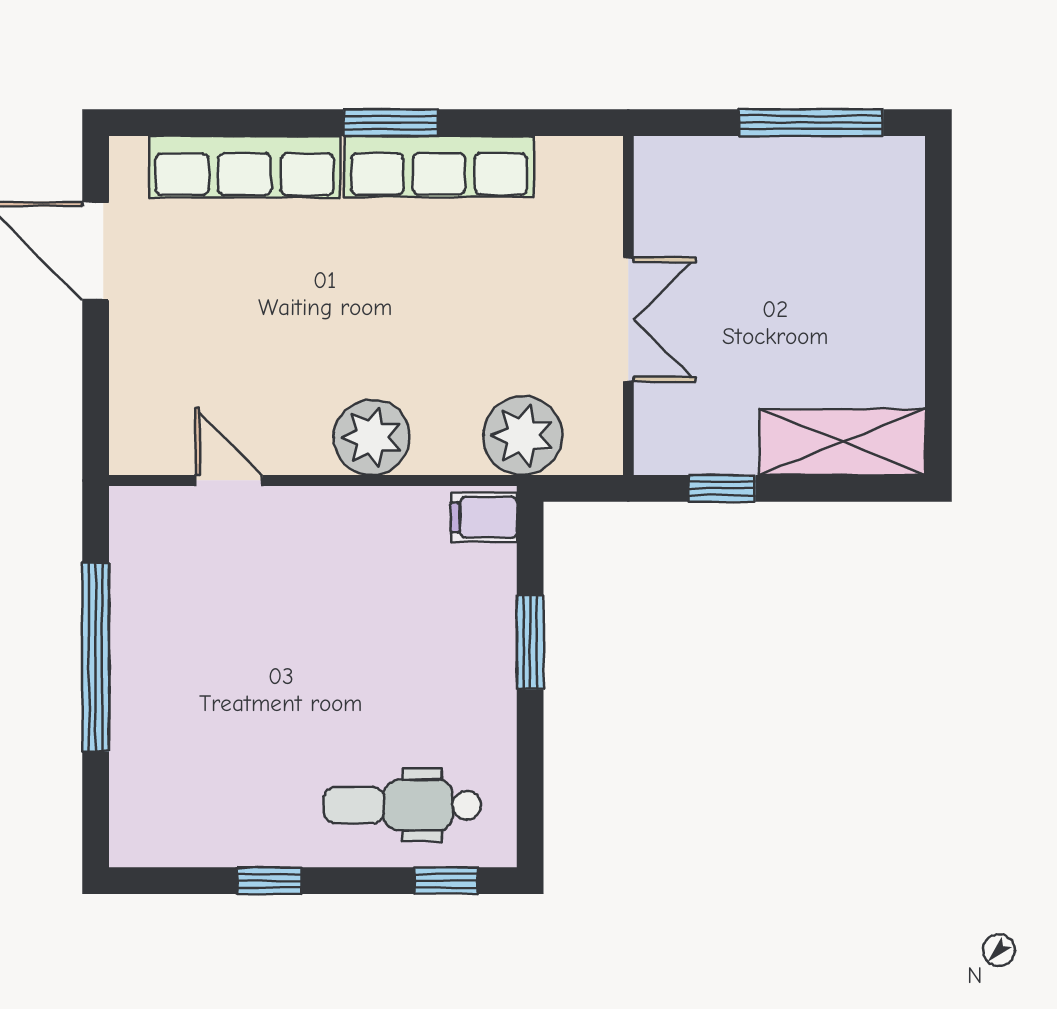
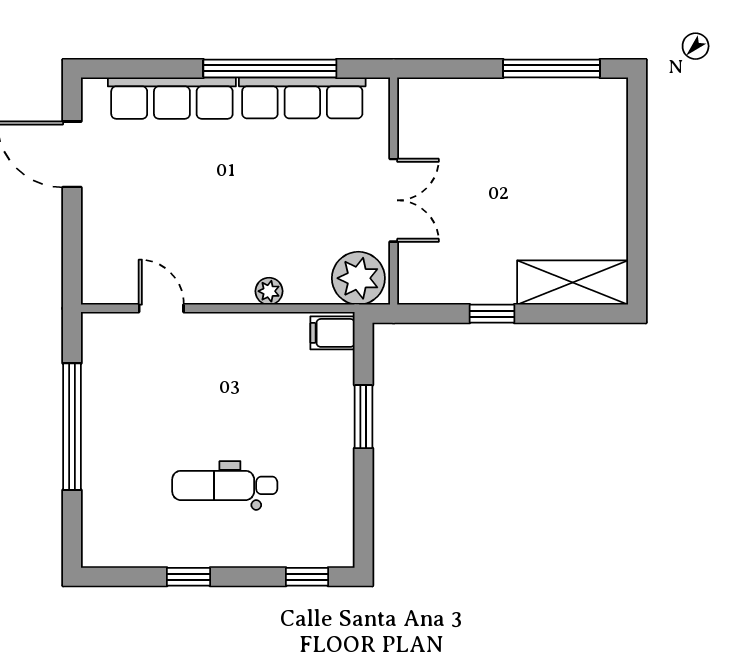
window: (391, 123) -> (270, 68), width x2.11
wall: (628, 306) -> (394, 191), moved
double door: (628, 319) -> (394, 200), moved
plant: (372, 437) -> (269, 291), width x0.53, depth x0.53
dental chair: (402, 805) -> (225, 485), moved

